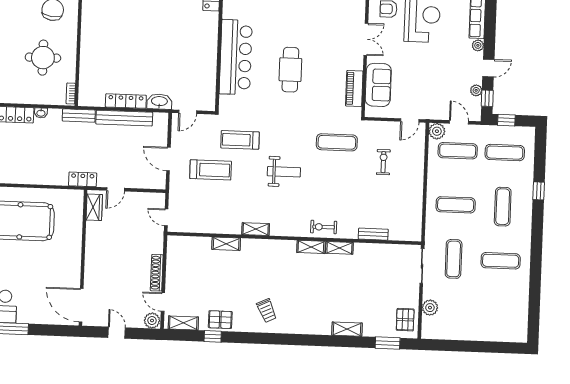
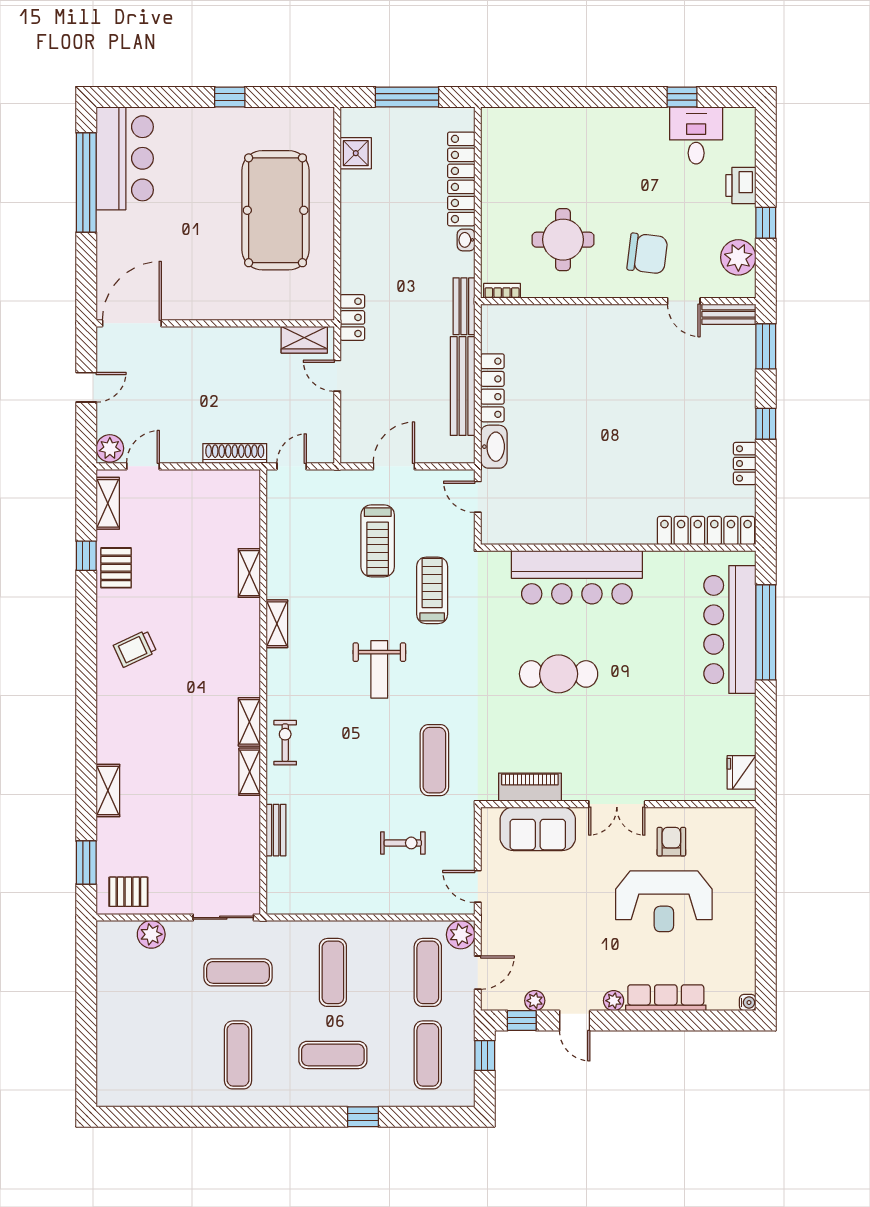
shoe rack: (157, 273) -> (235, 453), moved

